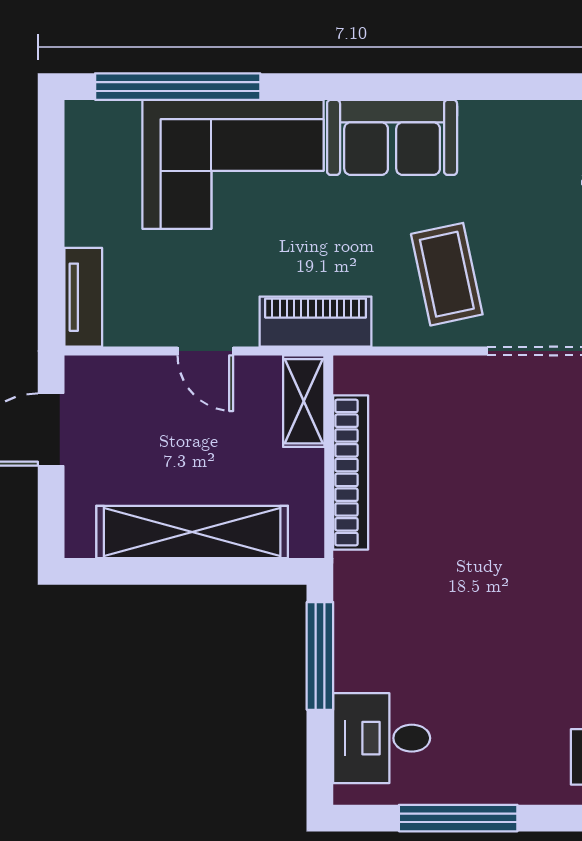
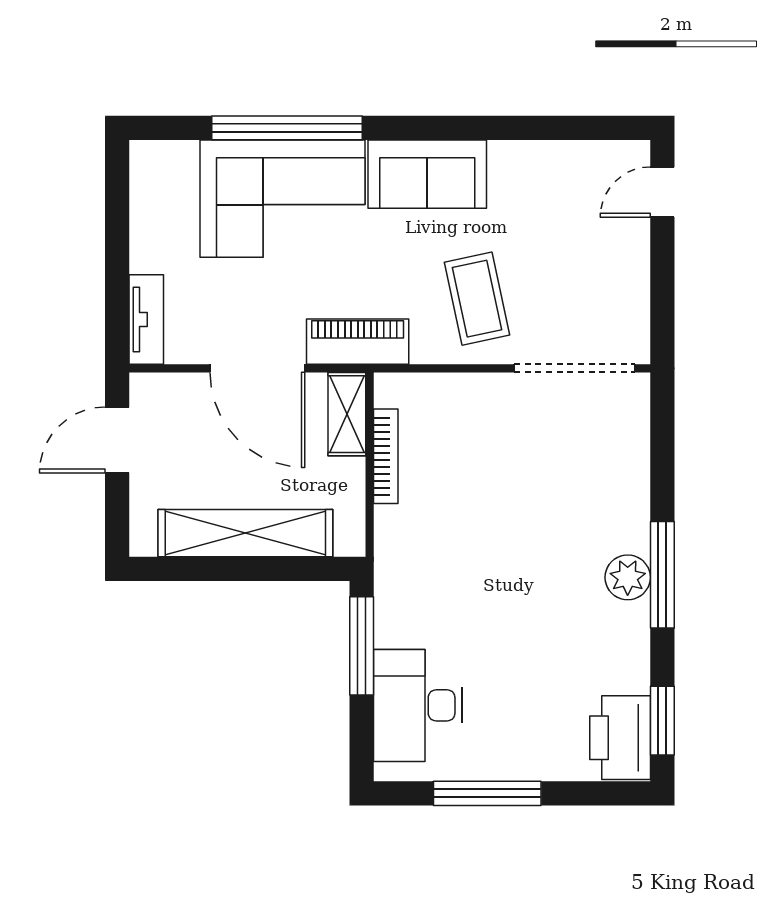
window: (178, 87) -> (287, 128), moved
door: (205, 351) -> (257, 368), width x1.88
bookcase: (351, 473) -> (386, 456), width x0.68, depth x0.76
desk: (382, 738) -> (418, 705), width x1.37

